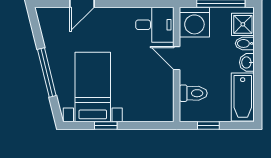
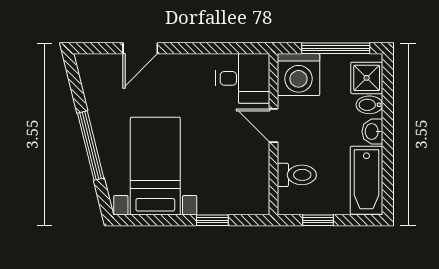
window: (106, 125) -> (212, 220), moved

